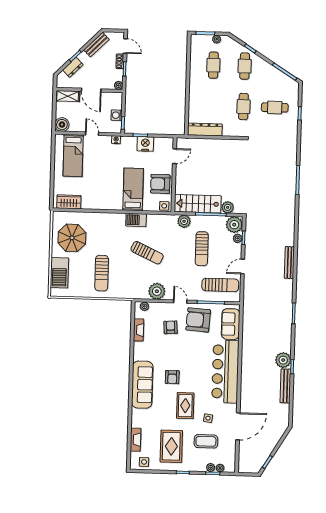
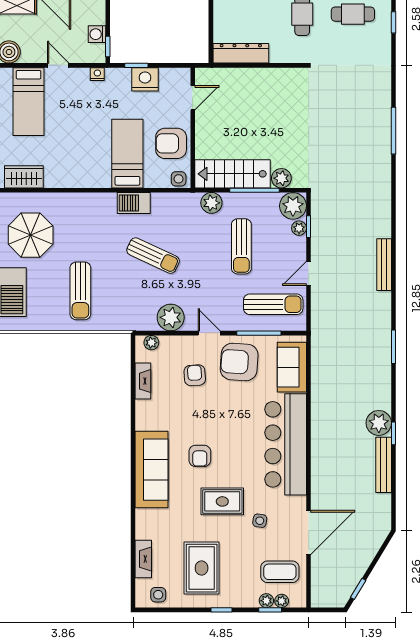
rug: (185, 406) -> (222, 501), turned 90
coffee table: (206, 441) -> (280, 572), moved

